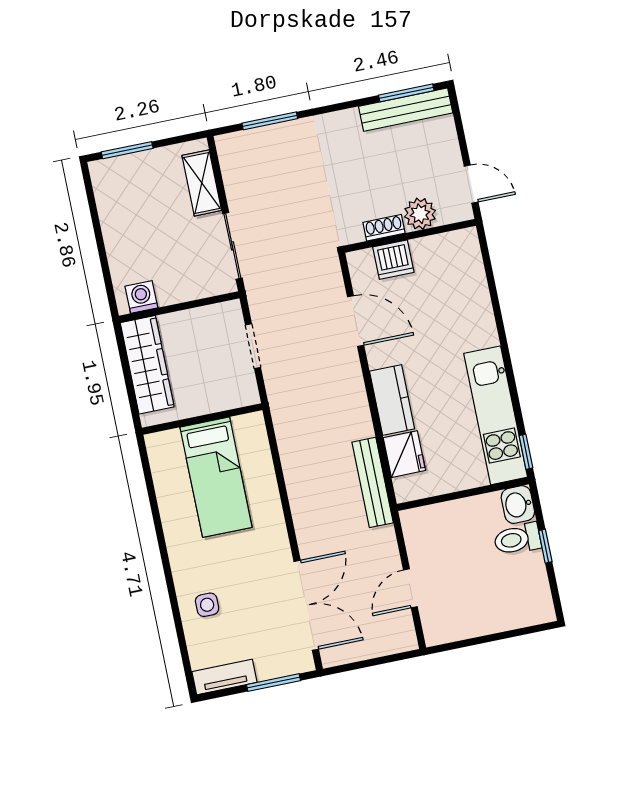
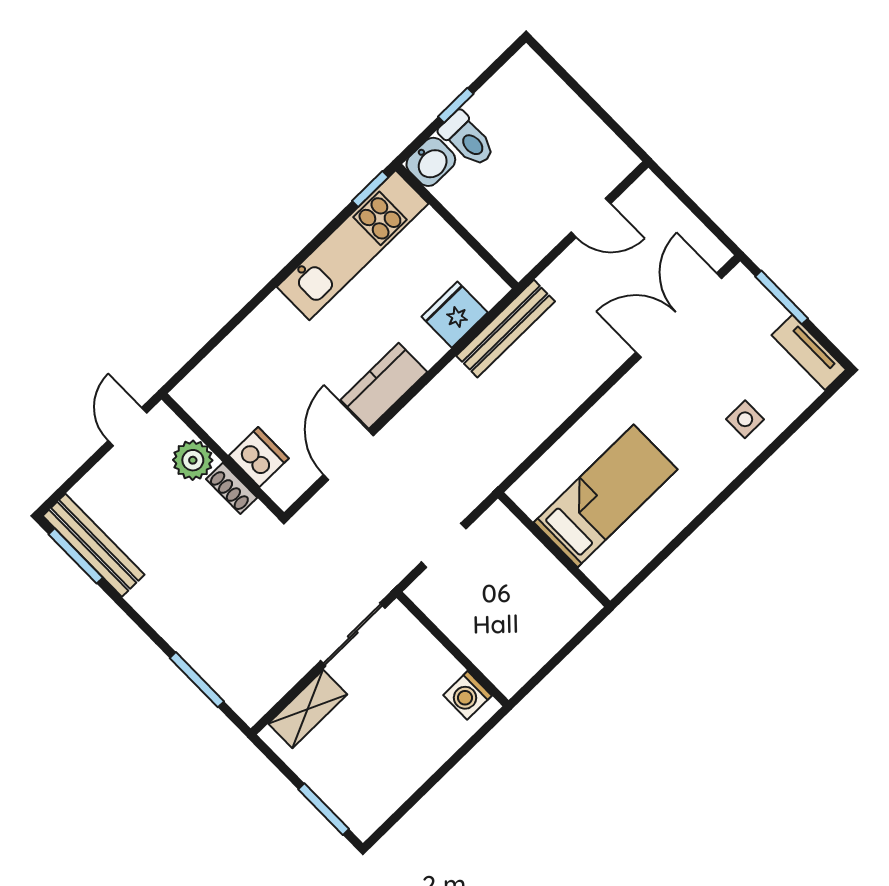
wardrobe: (147, 365) -> (534, 644), removed
kitchen counter: (392, 400) -> (384, 386), moved

